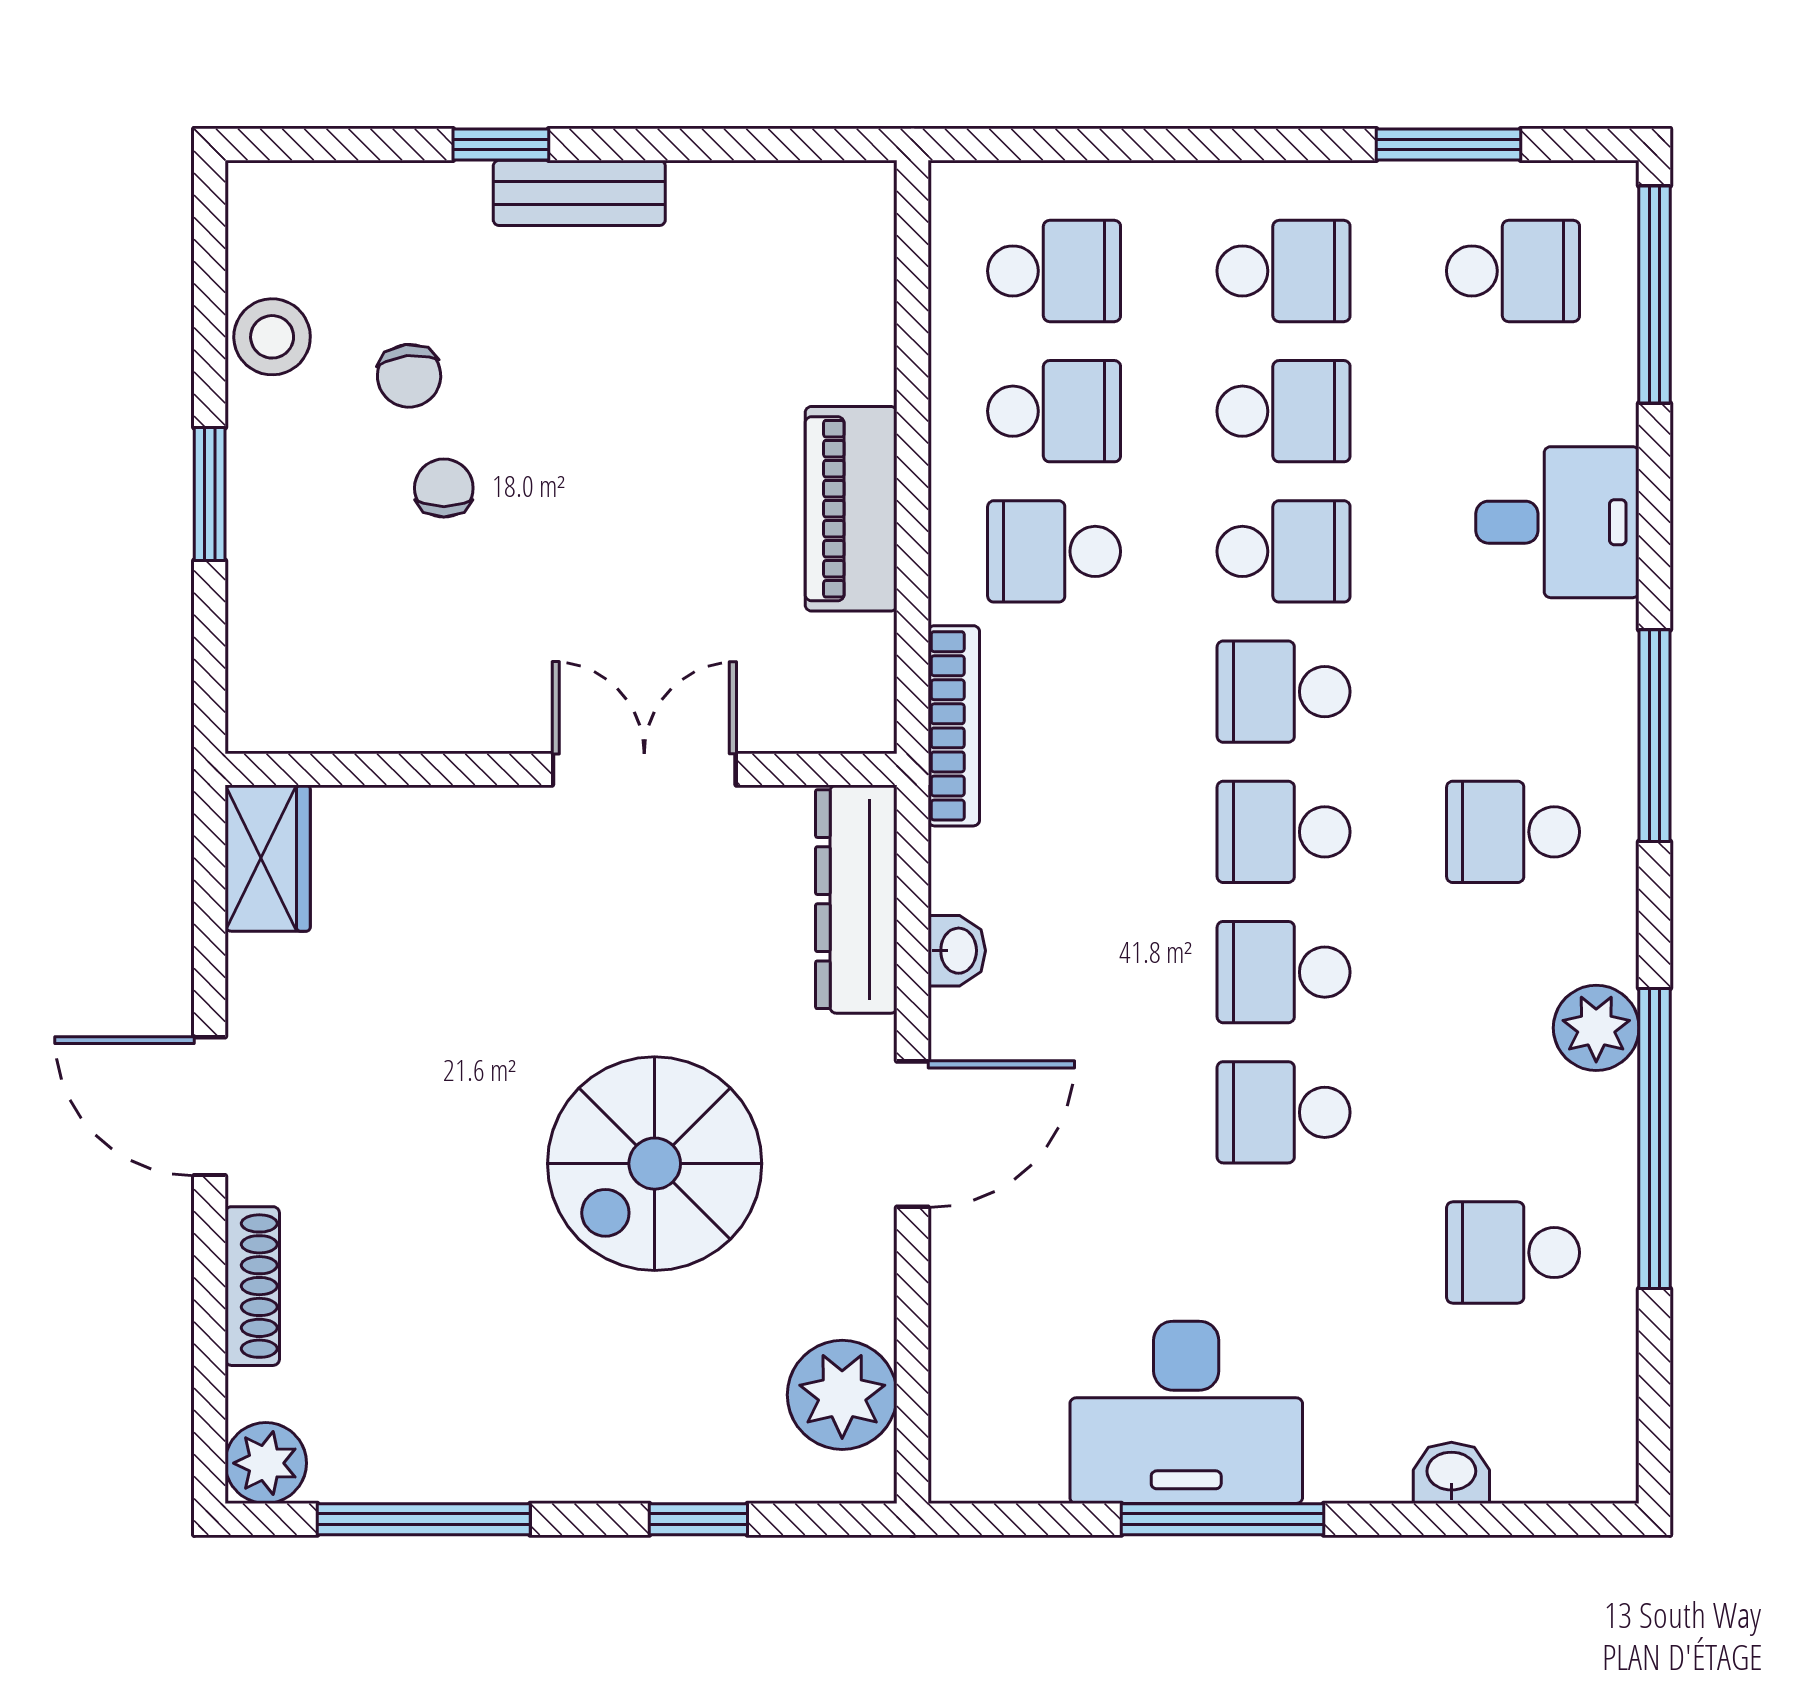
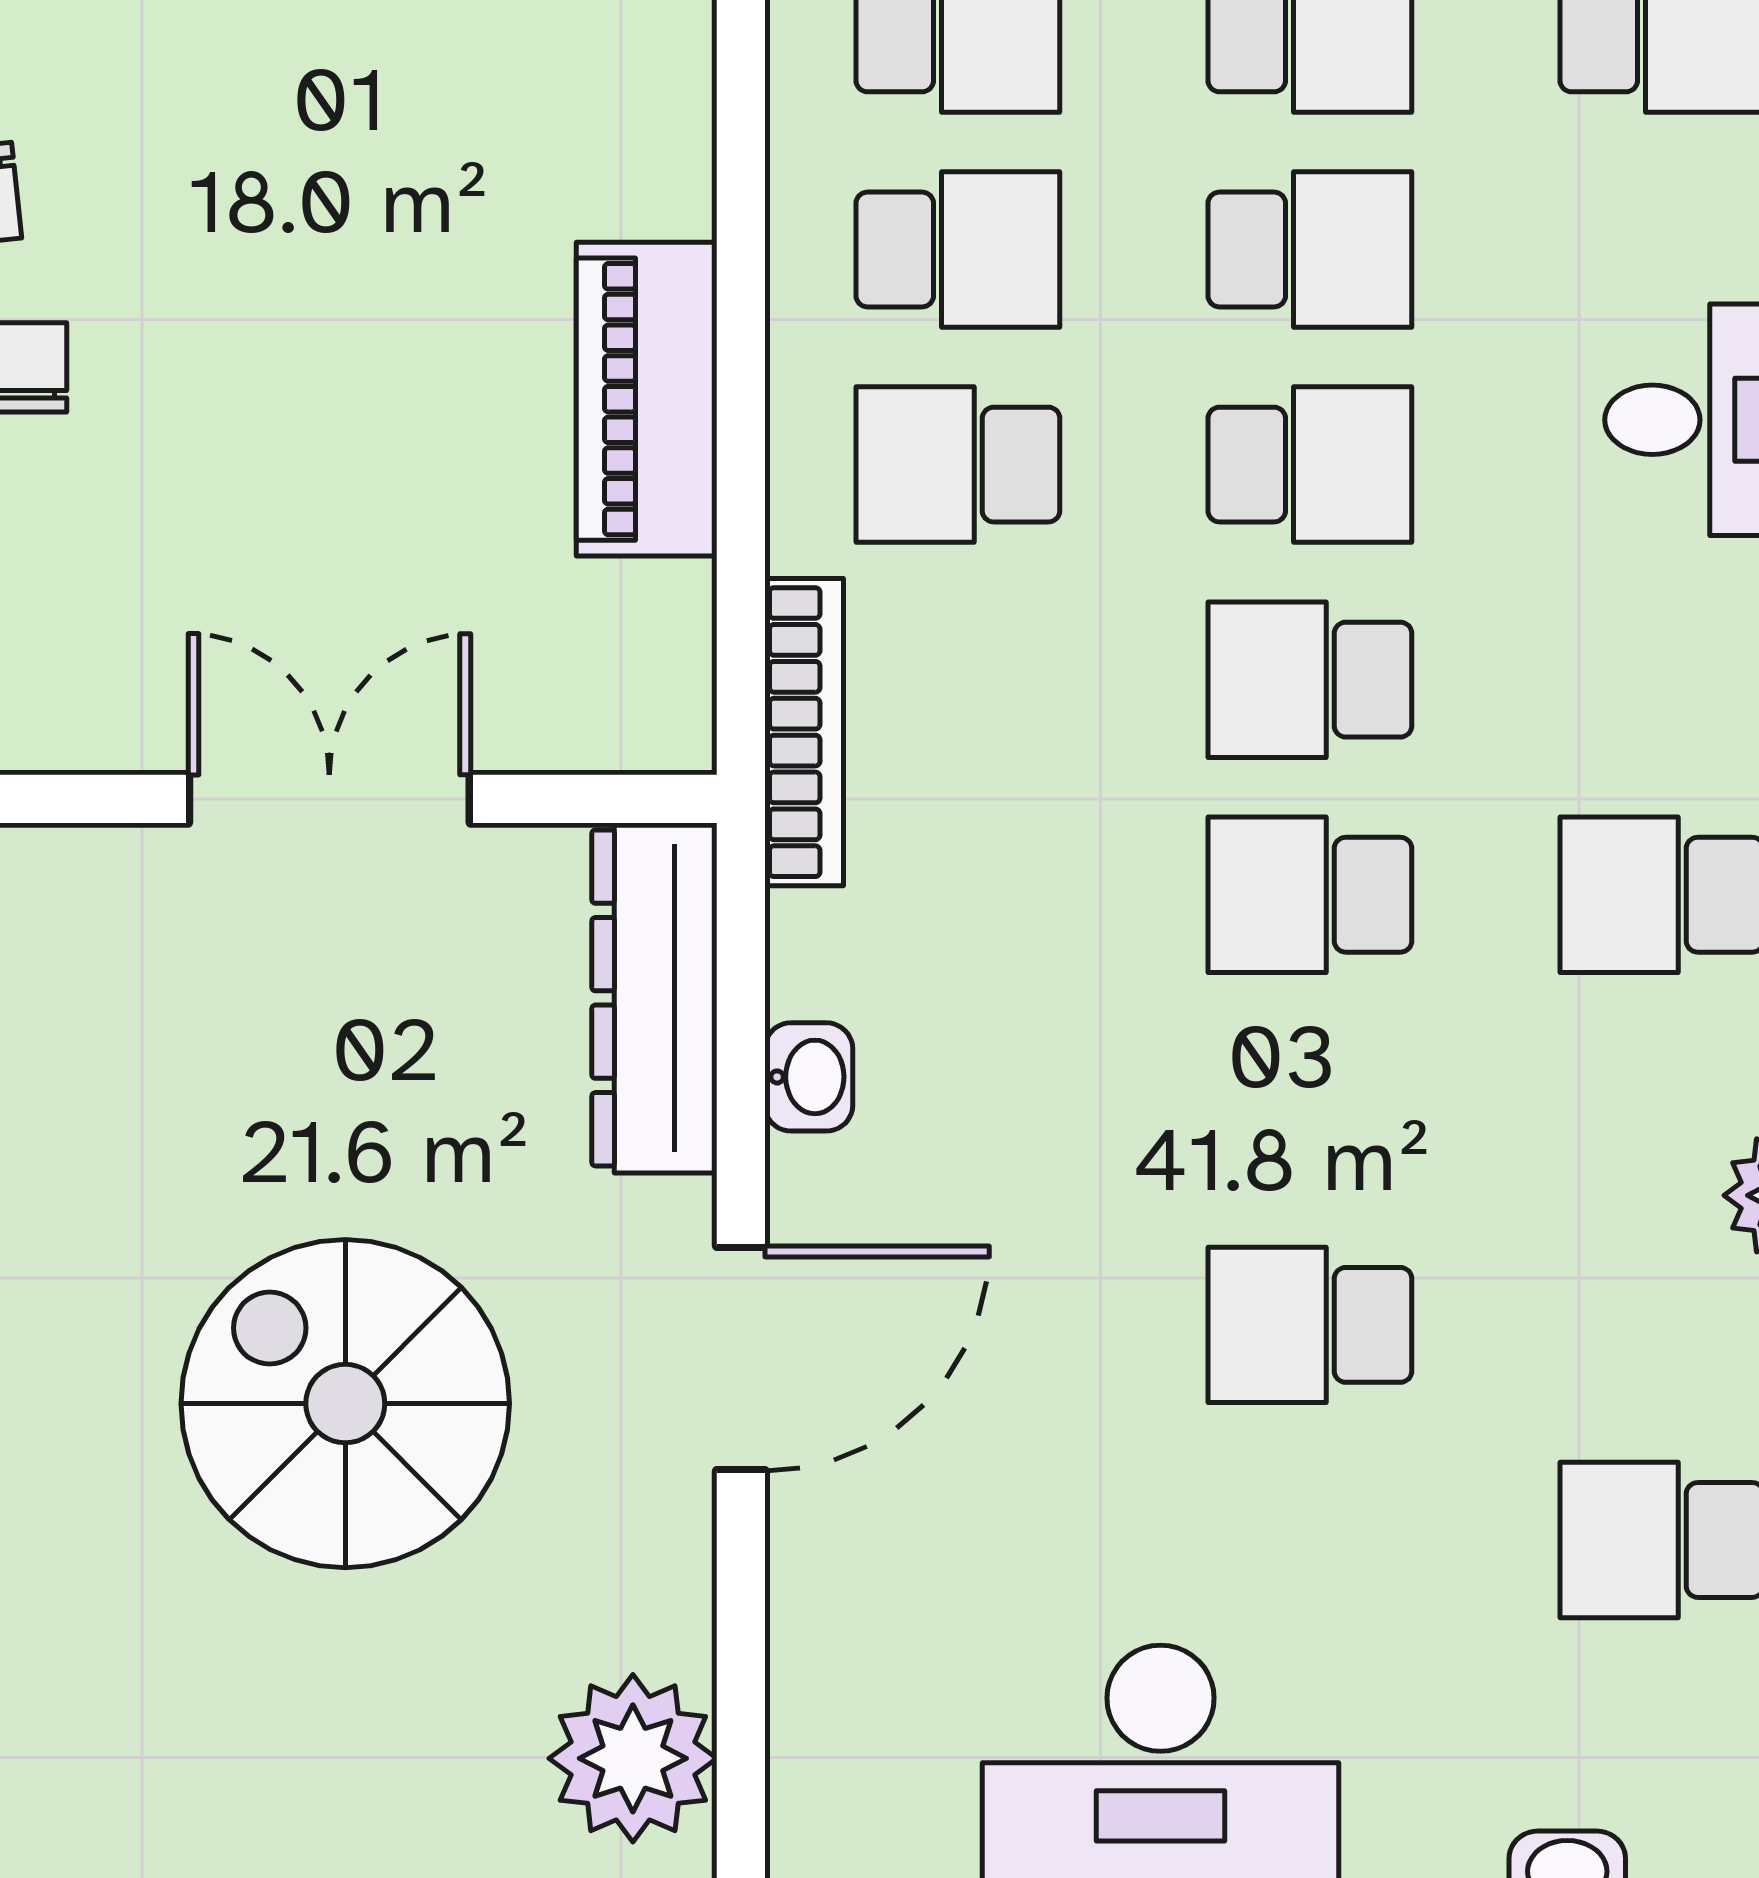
school desk: (1284, 972) -> (1310, 1110), removed
spiral stairs: (655, 1164) -> (345, 1404), turned 90

